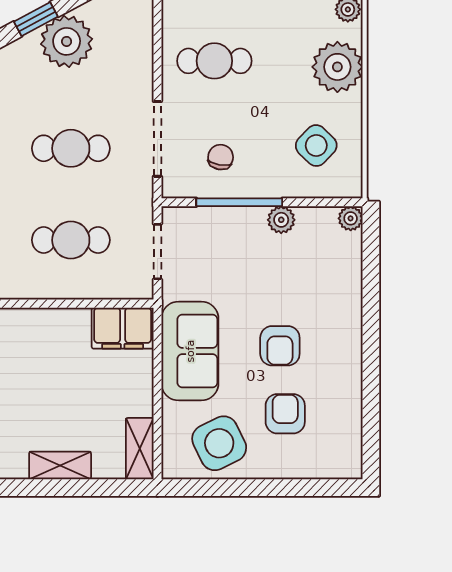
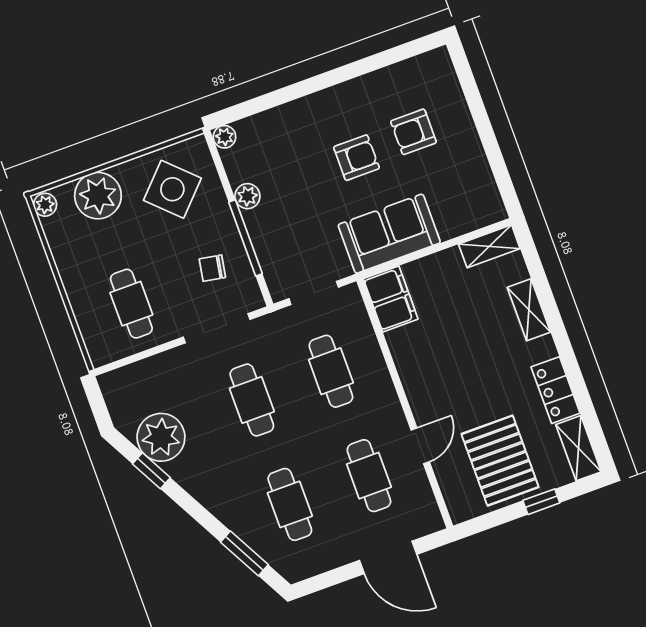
side table: (316, 146) -> (172, 189), width x1.37, depth x1.37
side table: (219, 443) -> (460, 179), removed

